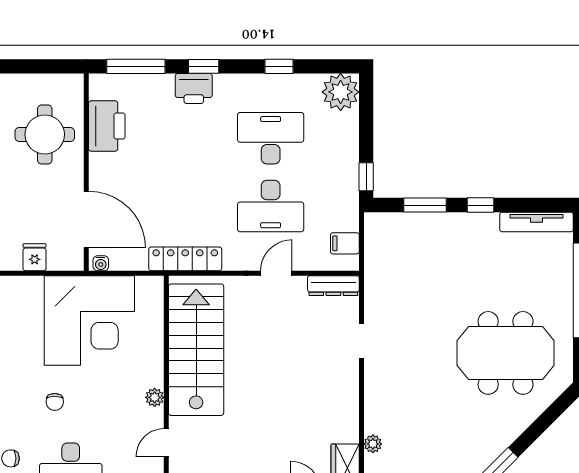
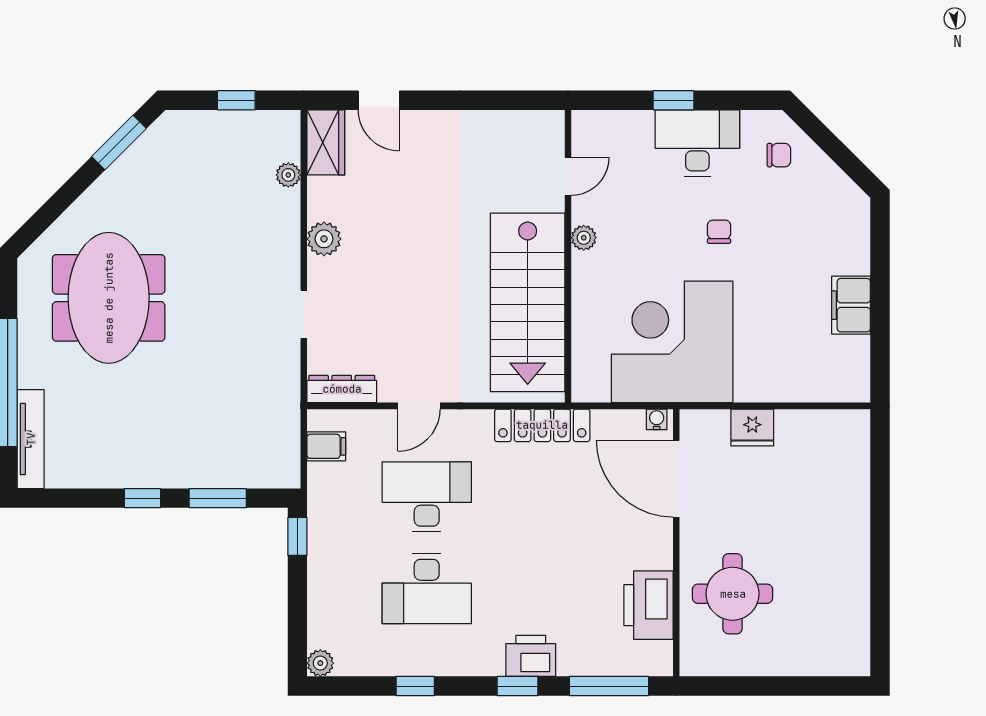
plant: (341, 92) -> (320, 663), width x0.53, depth x0.53
tv unit: (536, 222) -> (31, 439), moved, turned 90
fridge: (35, 257) -> (752, 427), width x1.38
meeting table: (506, 353) -> (109, 298), turned 90
plant: (346, 397) -> (324, 239), added

